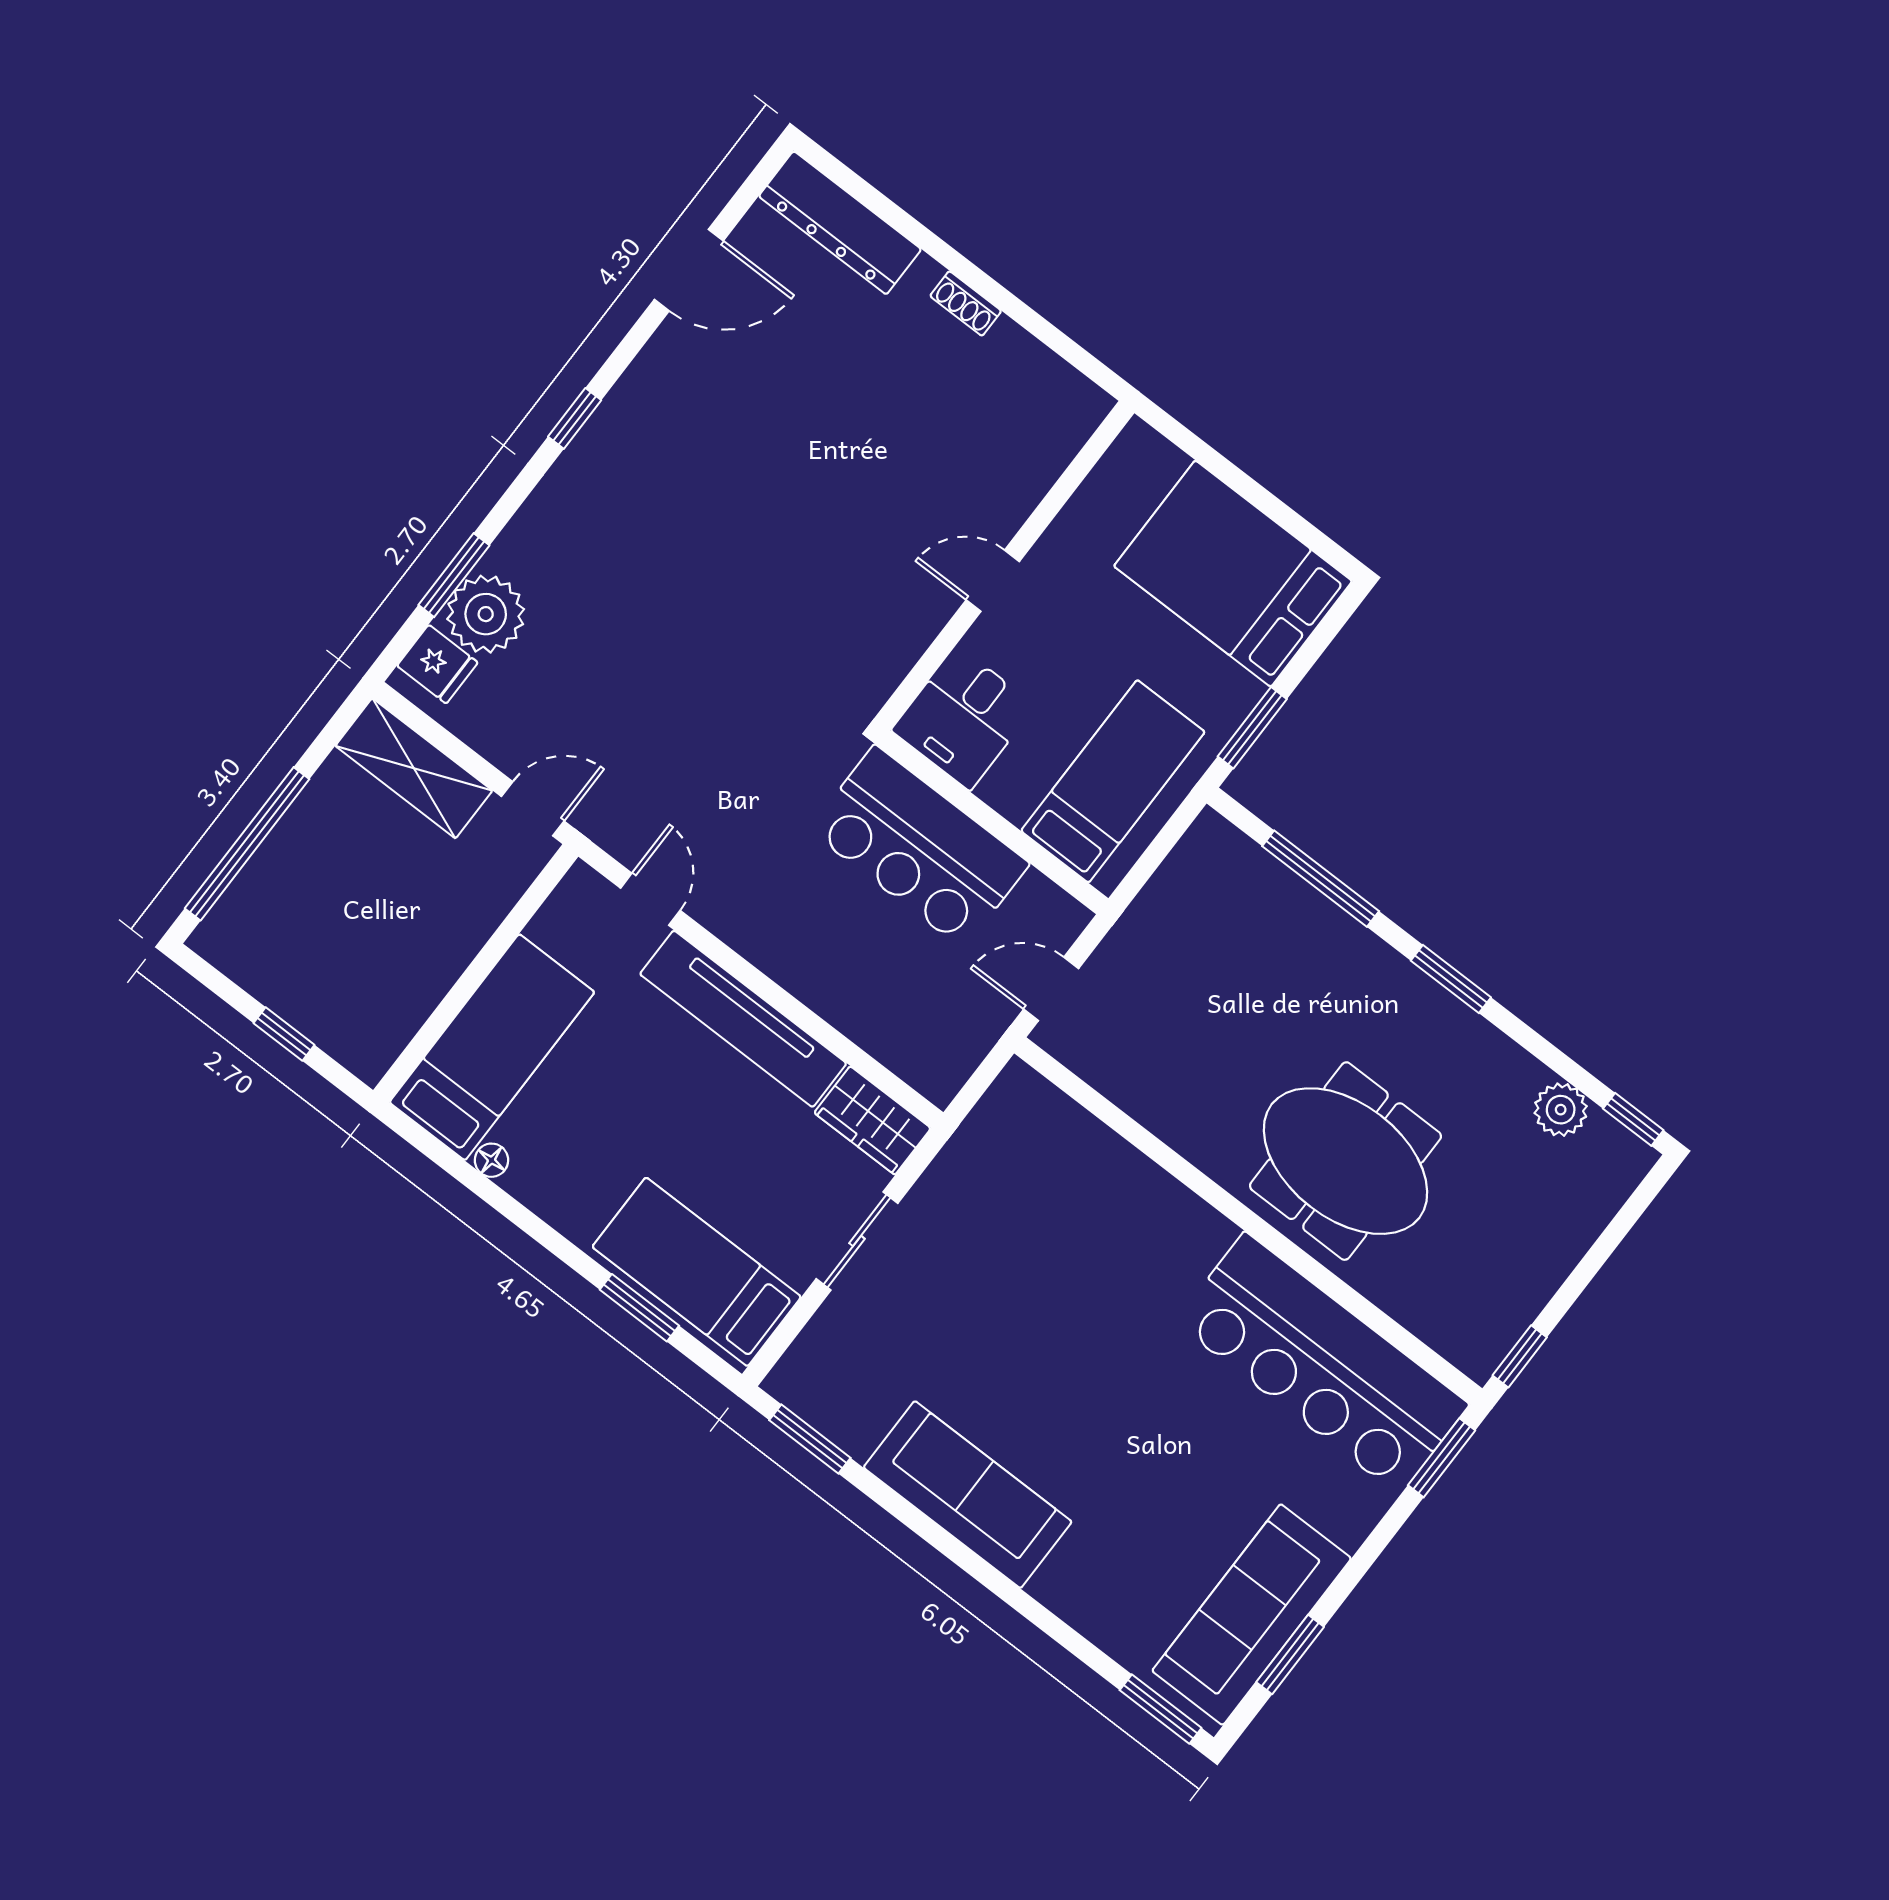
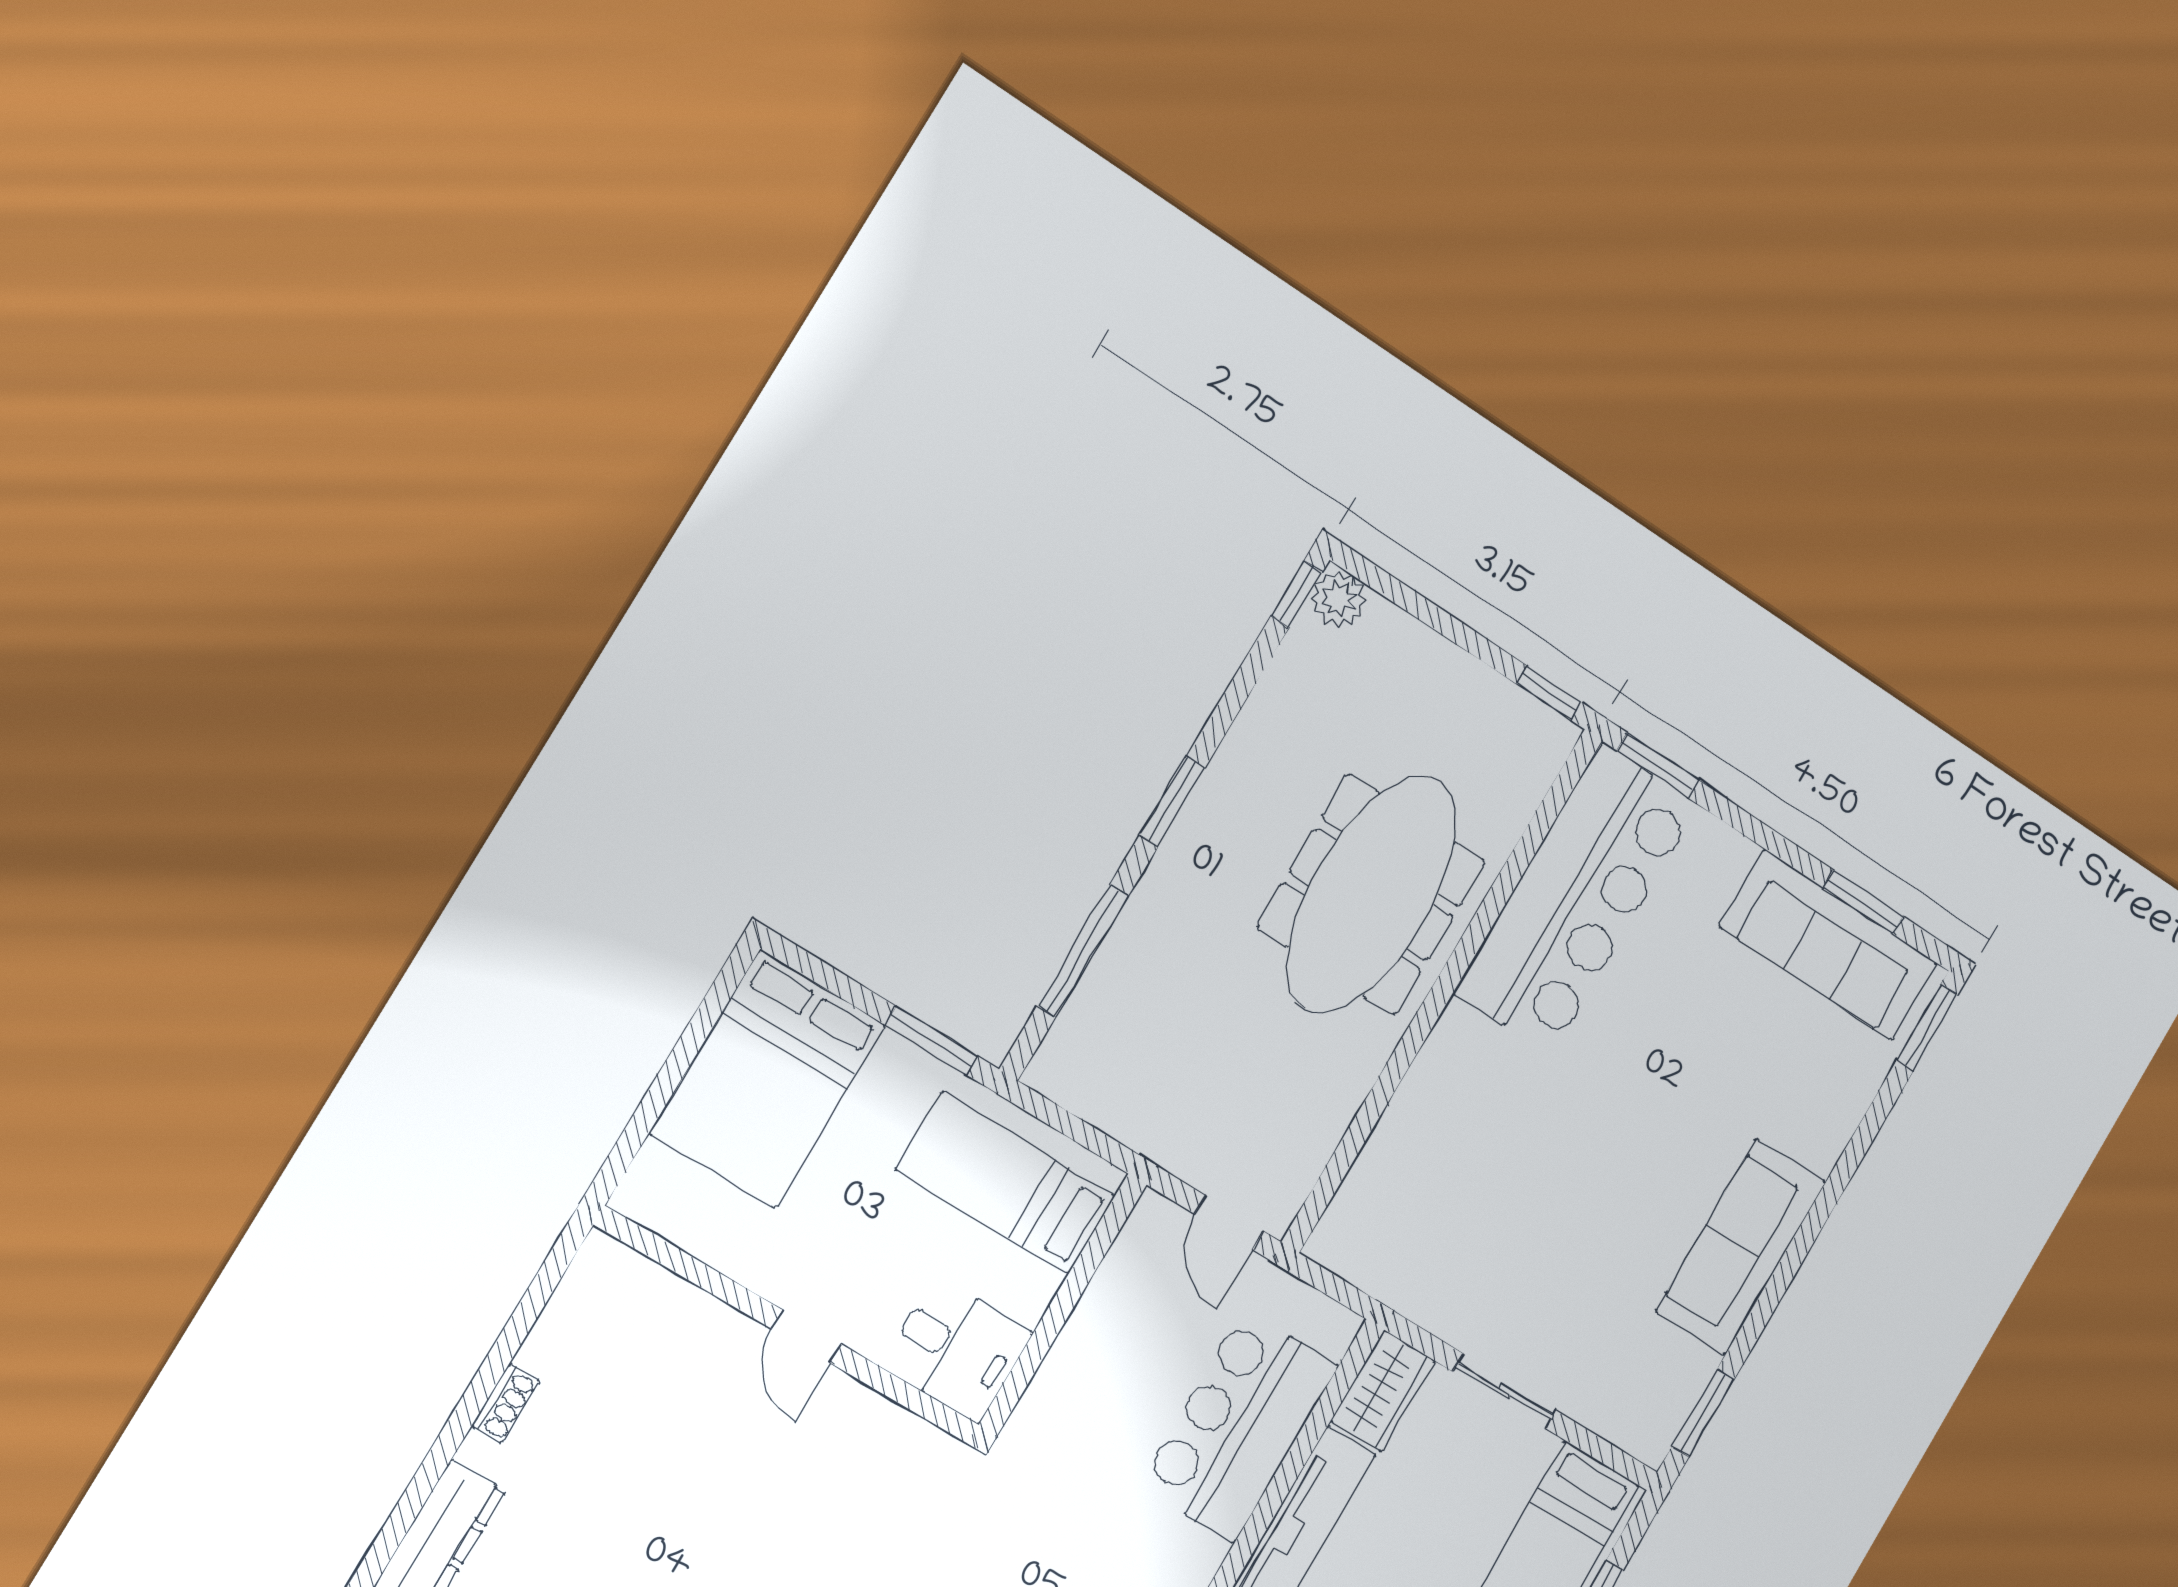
bar counter: (919, 847) -> (1239, 1426), moved, turned 180
plant: (1561, 1110) -> (1339, 599), moved
meeting table: (1346, 1161) -> (1372, 895), width x1.36

